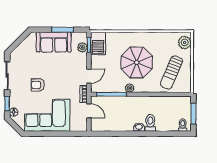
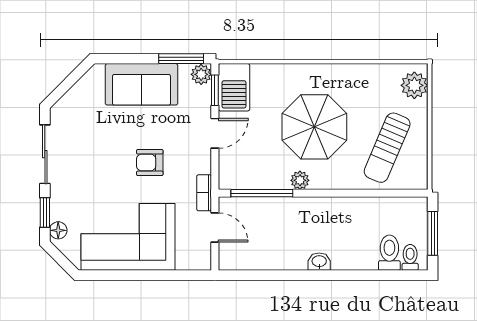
window: (63, 30) -> (181, 59), moved
plant: (82, 47) -> (201, 74), moved
door: (89, 76) -> (215, 133), moved
armchair: (38, 85) -> (150, 163), moved
toilet: (150, 123) -> (389, 253), moved

